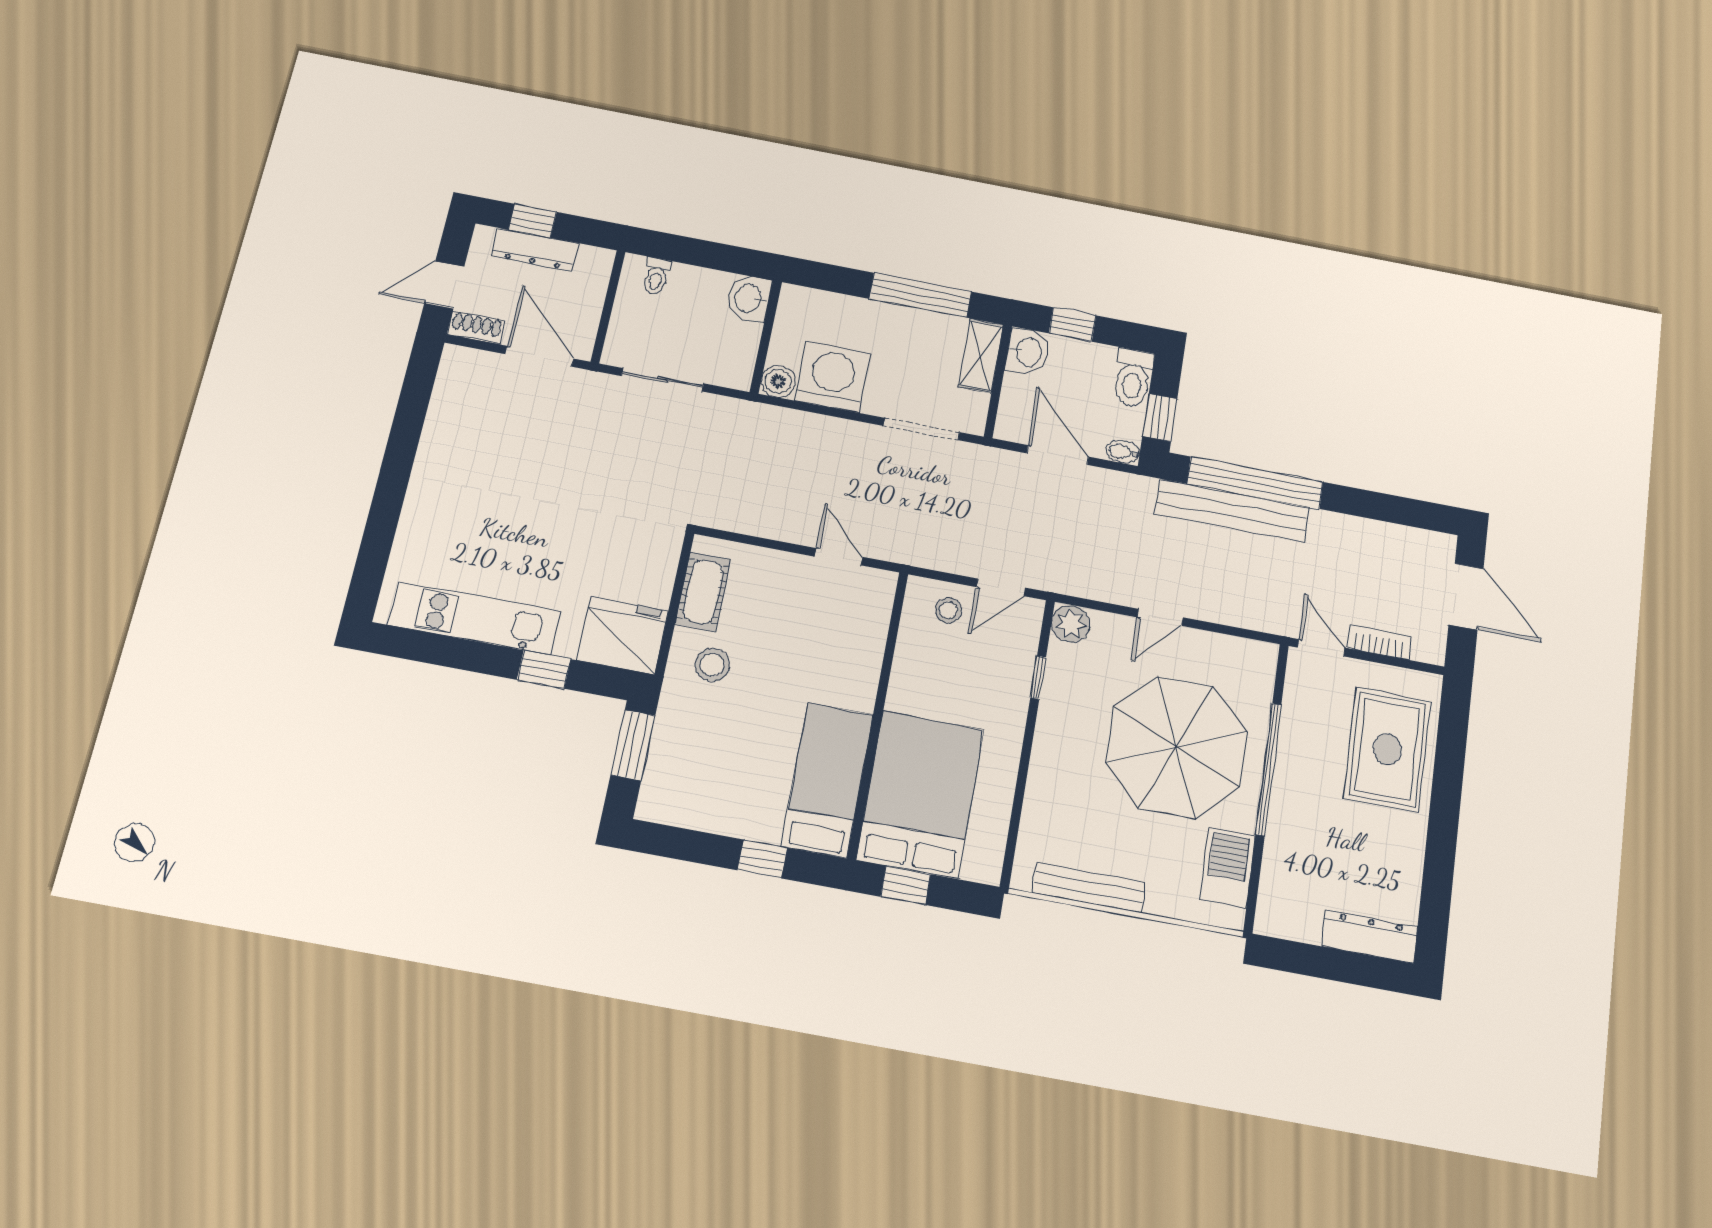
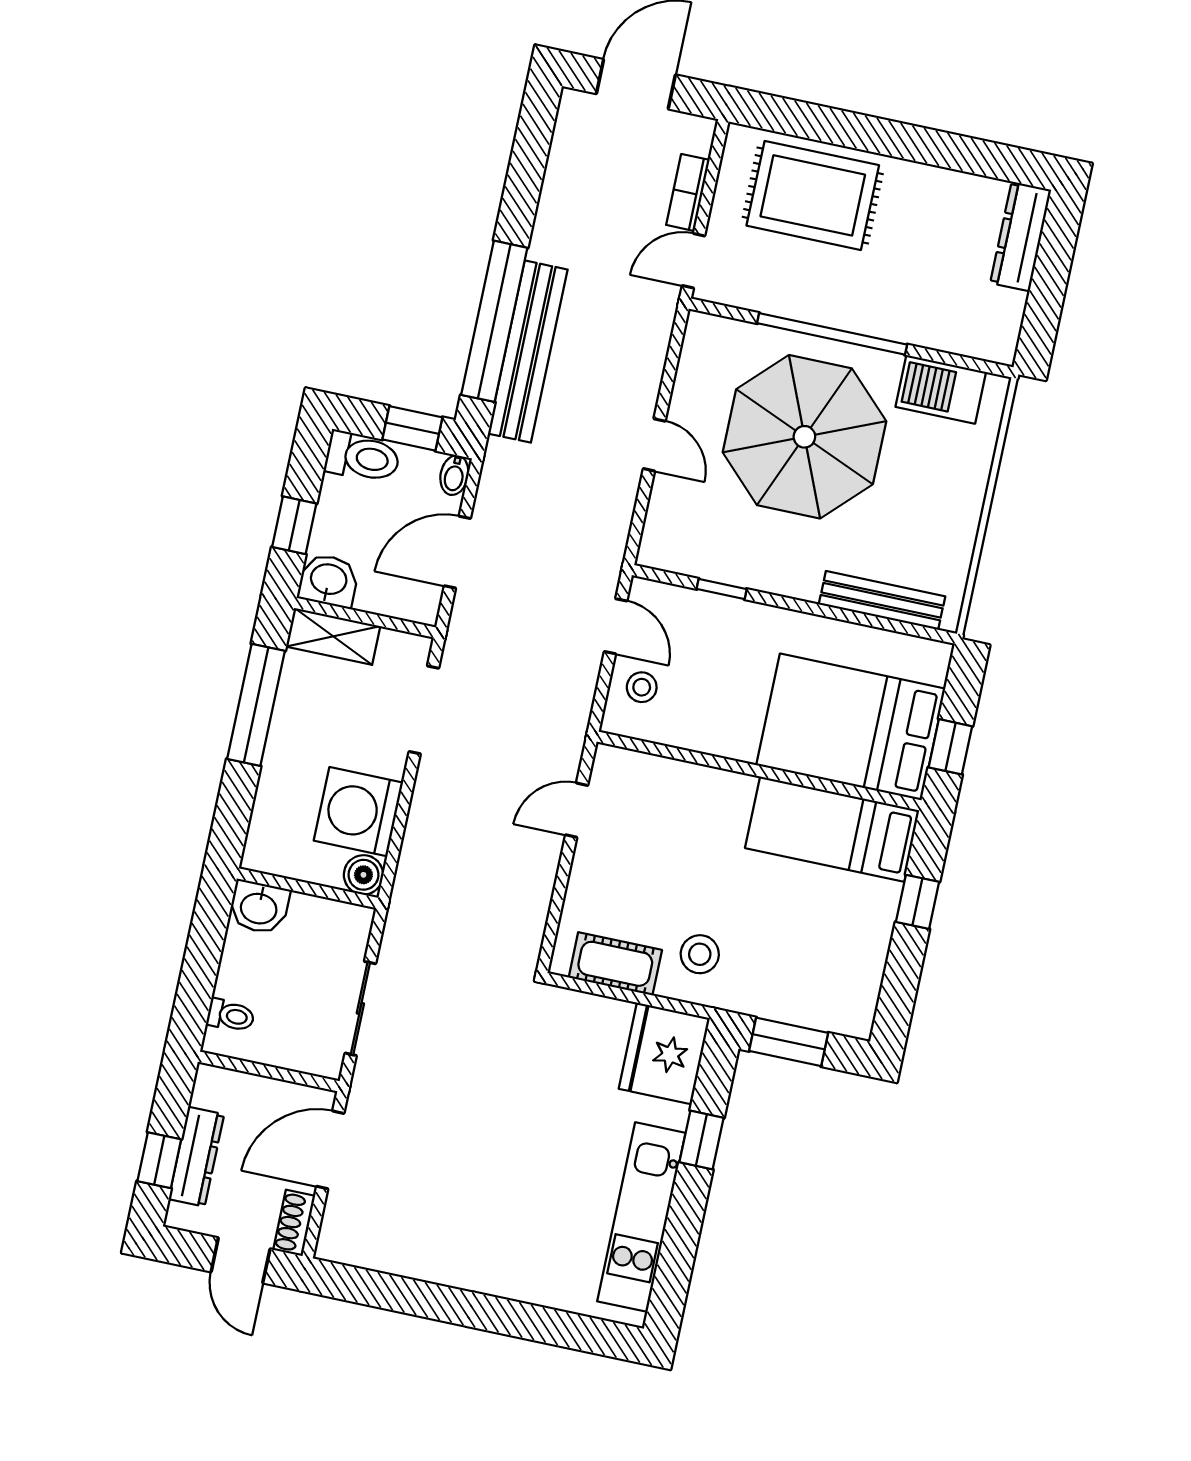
plant: (1071, 624) -> (660, 548), removed
bench: (1089, 888) -> (882, 600), moved, turned 90

